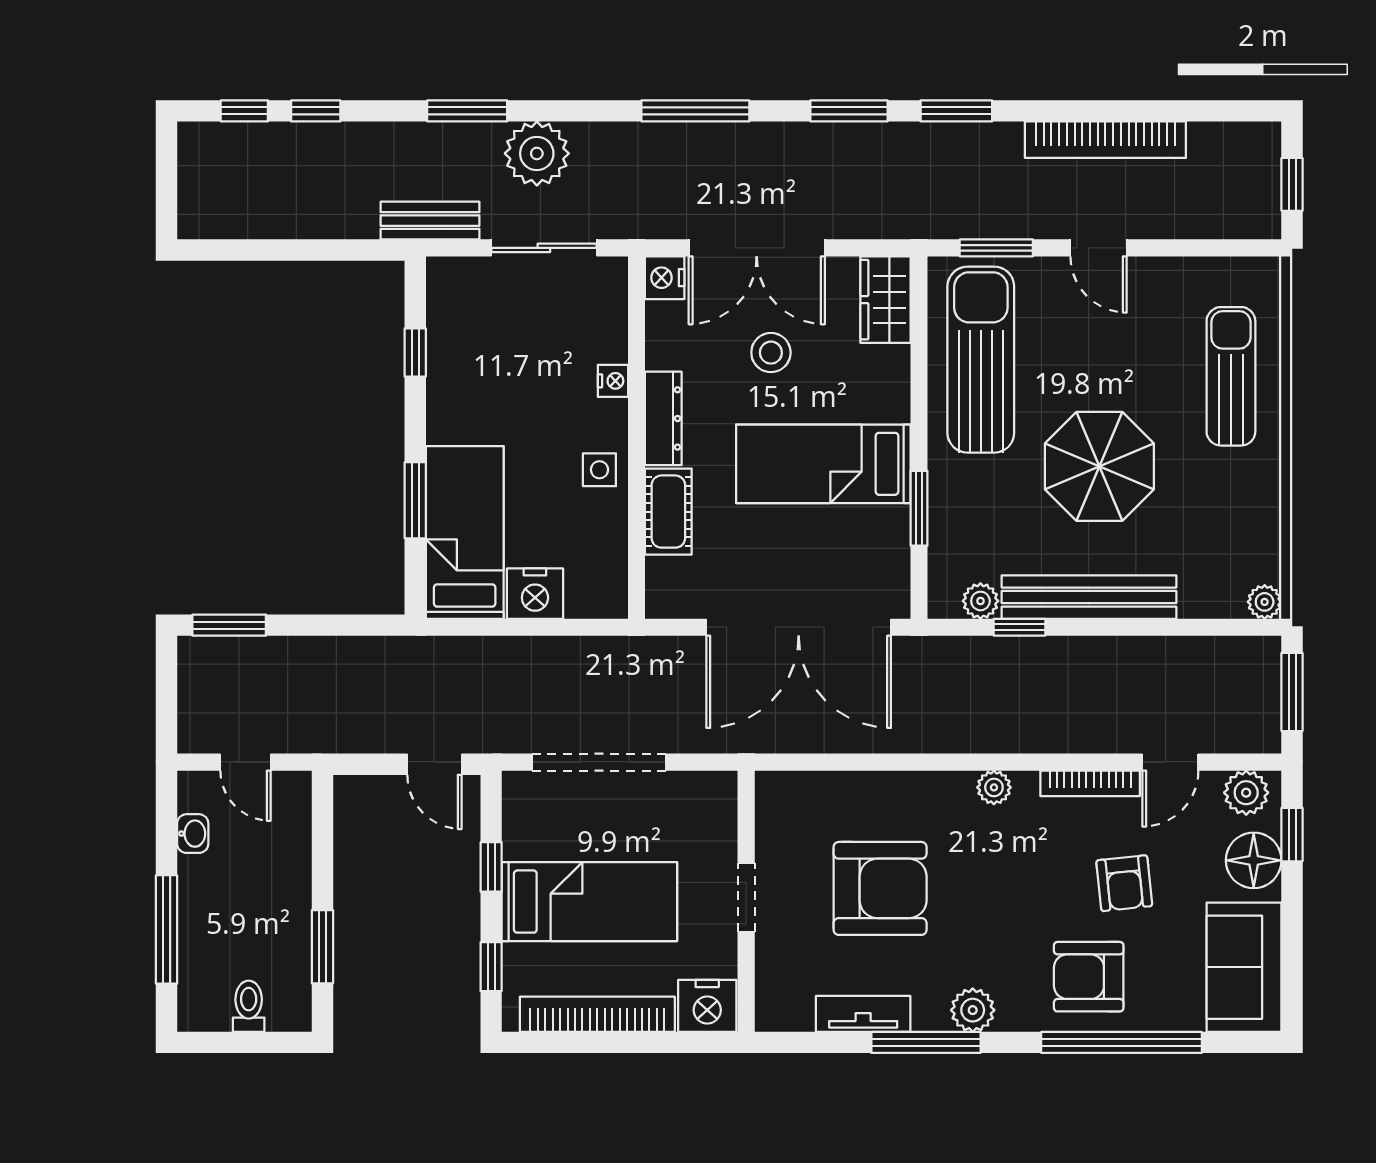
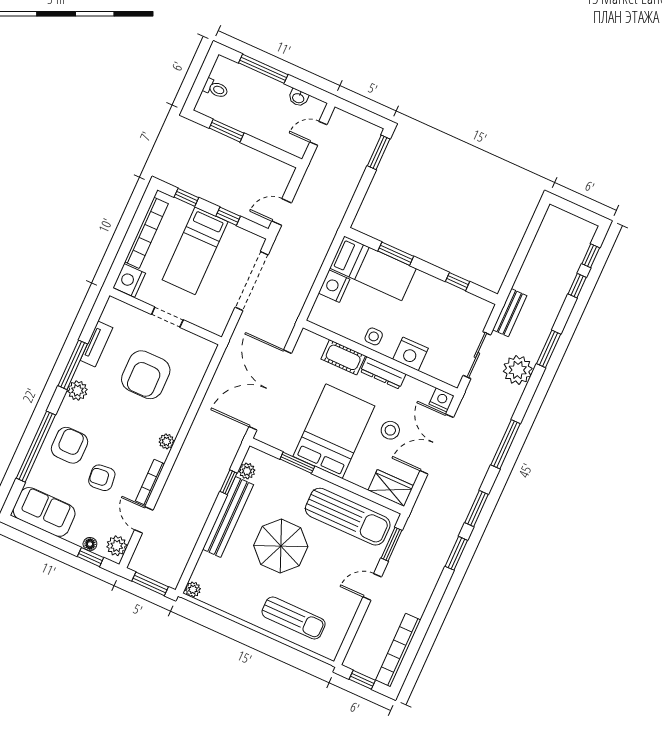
bookcase: (1105, 140) -> (398, 650), moved
nightstand: (613, 381) -> (411, 354), width x1.89, depth x1.79
bed: (823, 464) -> (334, 431), width x1.50
floor lamp: (1254, 860) -> (90, 544), width x0.53, depth x0.53

